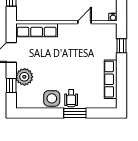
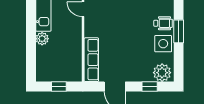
plant: (24, 77) -> (162, 73), moved
window: (75, 113) -> (179, 31), moved

